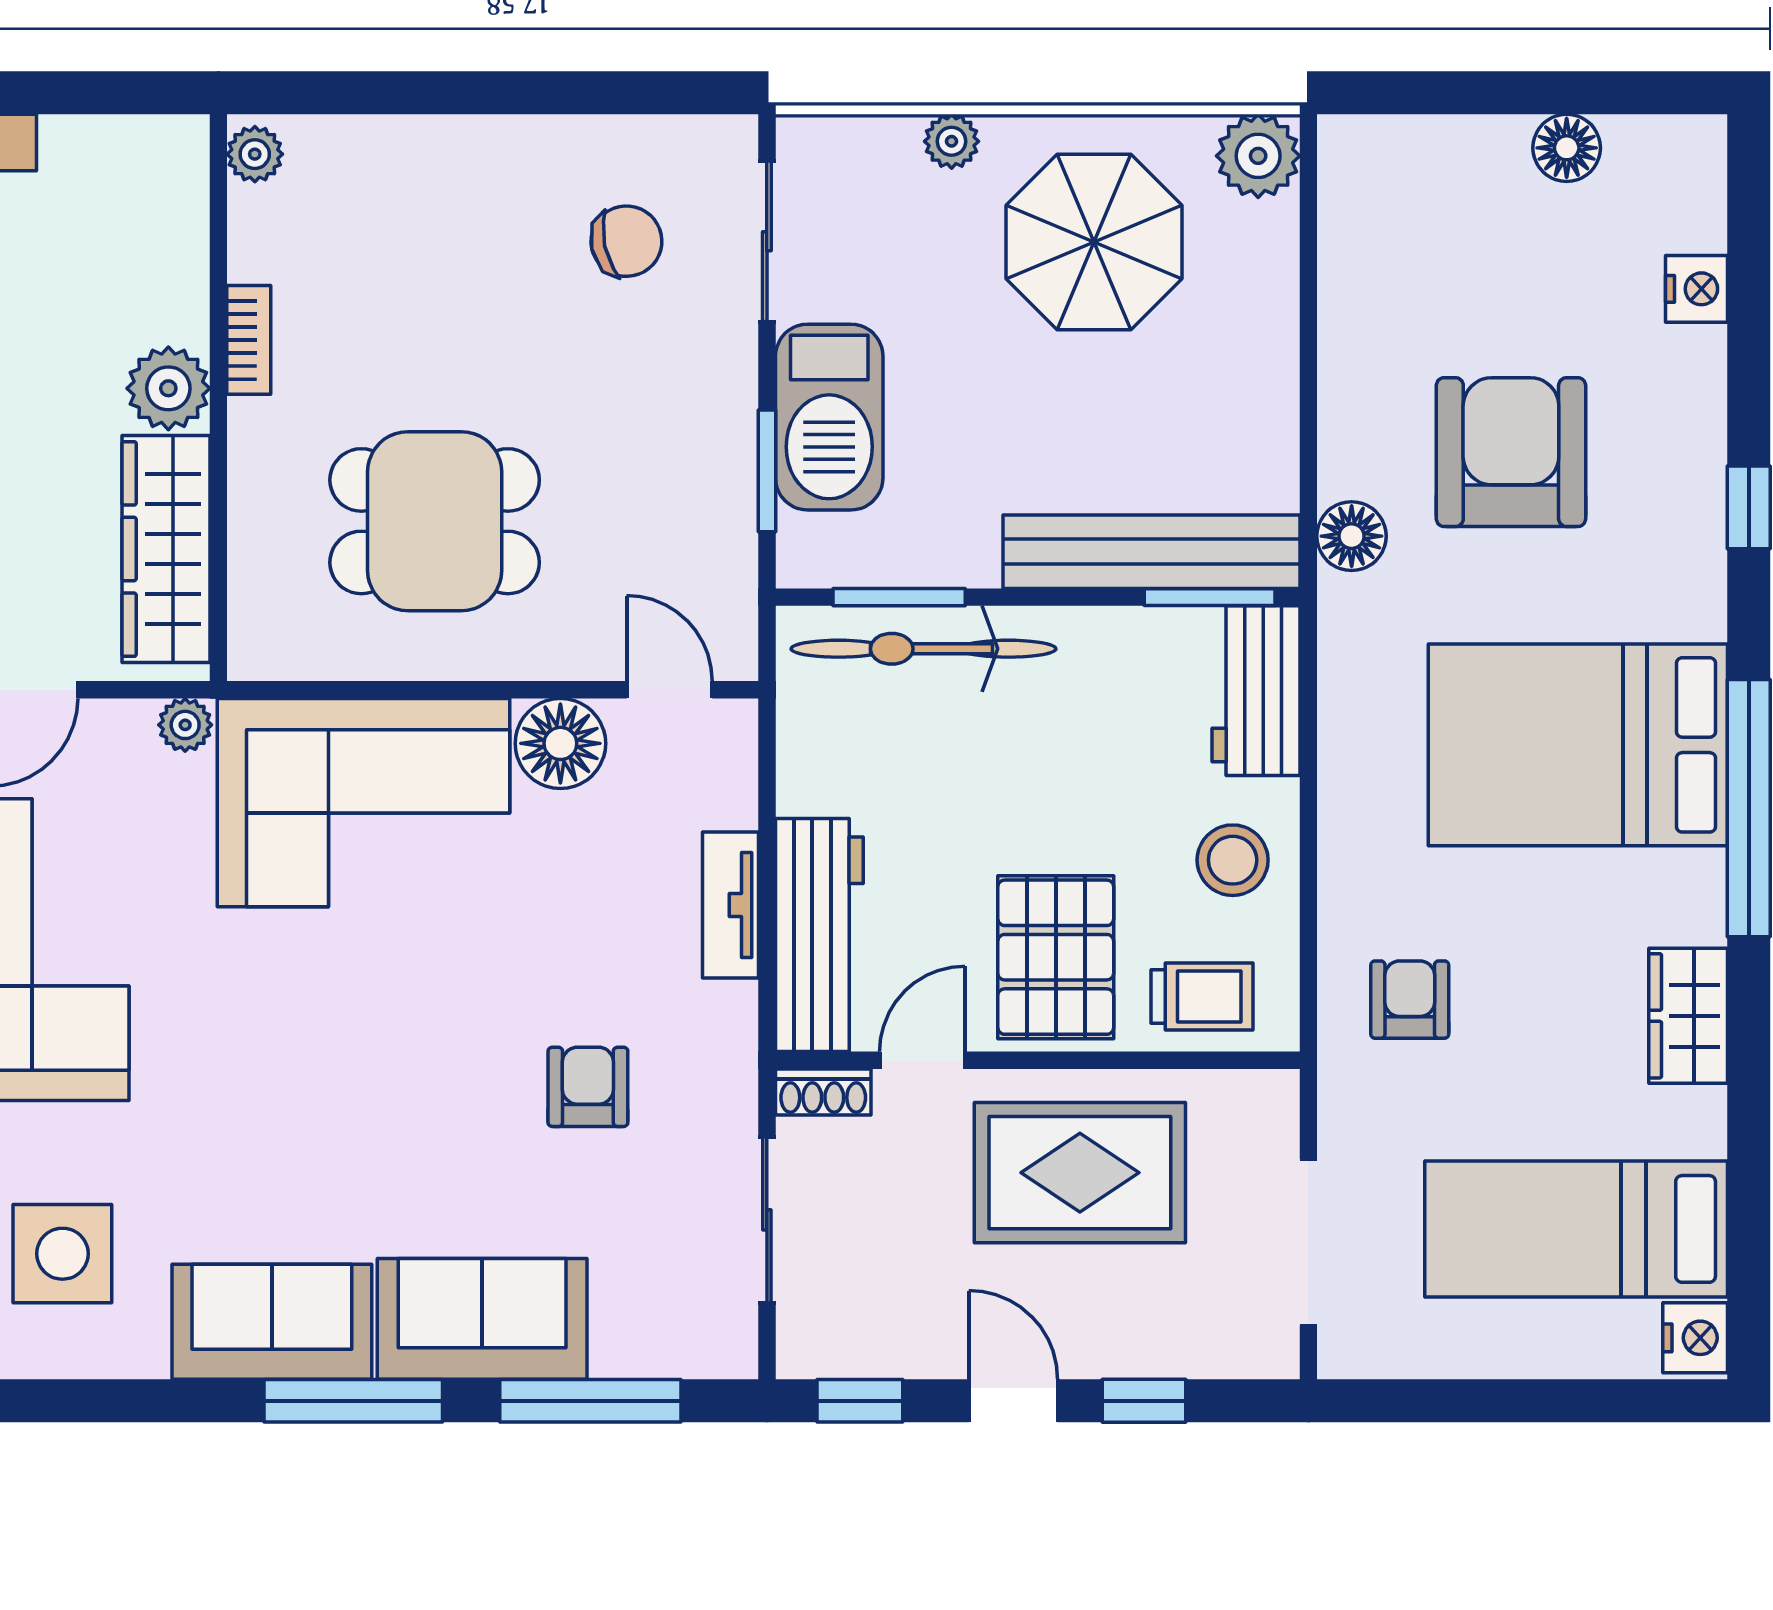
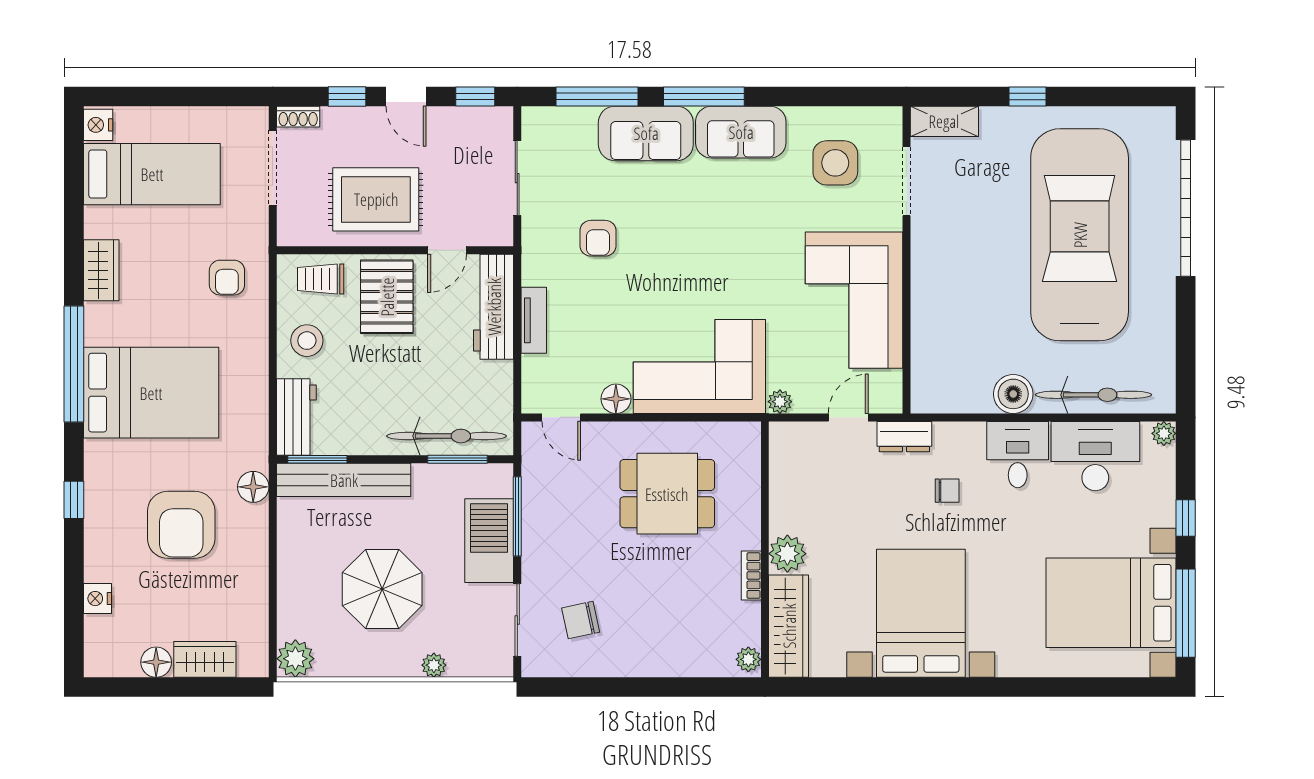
wardrobe: (1458, 154) -> (205, 659), added
parasol: (1094, 242) -> (382, 589), moved
window: (767, 471) -> (517, 516), width x1.44
wardrobe: (166, 549) -> (789, 626), moved
floor lamp: (560, 743) -> (616, 399), width x0.73, depth x0.73
shoe rack: (823, 1092) -> (298, 117), moved, turned 180

